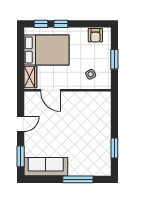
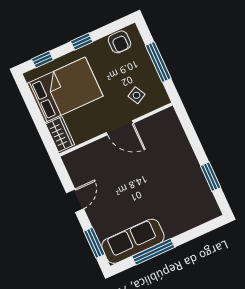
window: (61, 24) -> (82, 42), moved
window: (114, 59) -> (158, 62), width x1.44
door: (51, 90) -> (120, 128), moved
window: (78, 179) -> (153, 252), moved

